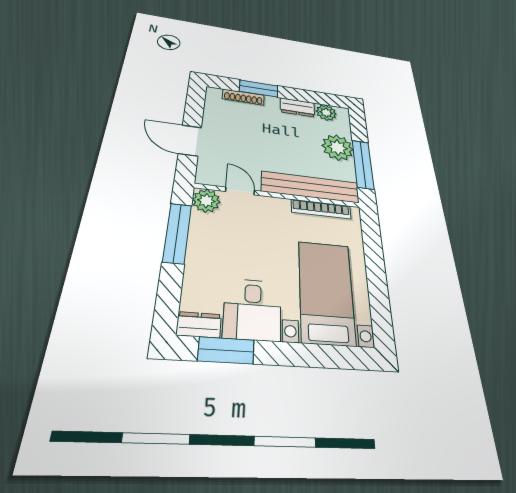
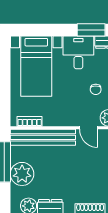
bookcase: (321, 209) -> (30, 121), width x0.64
chair: (225, 245) -> (96, 89), added

